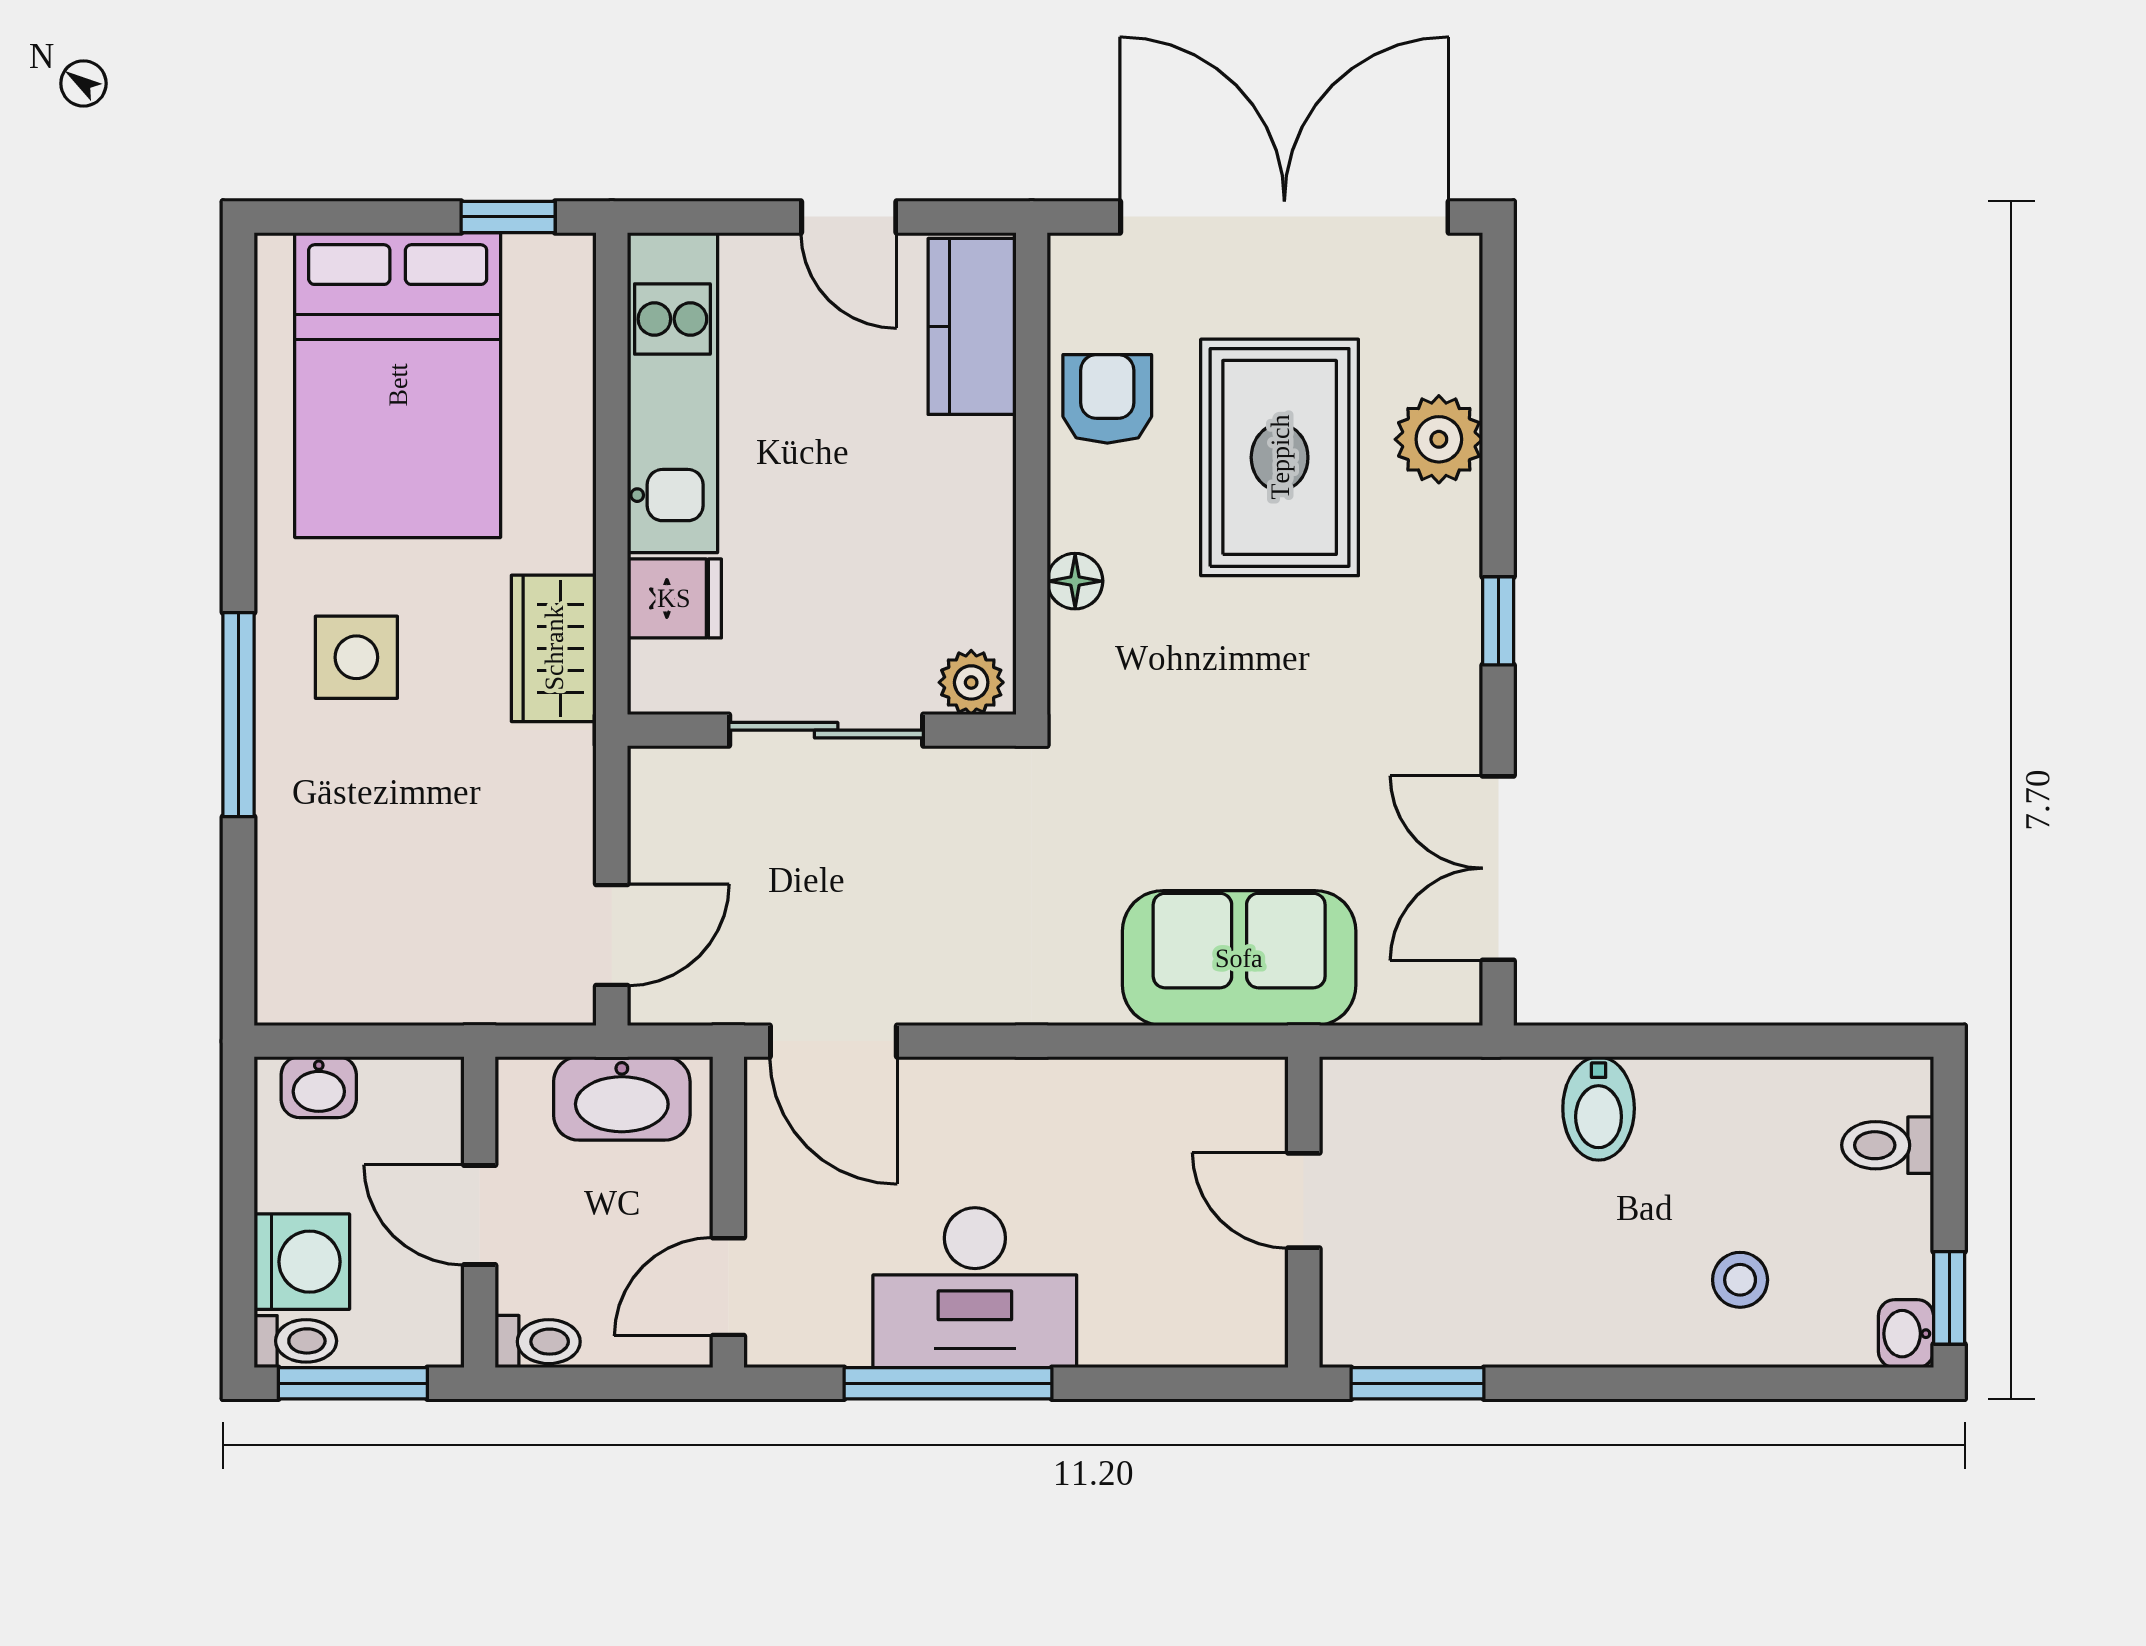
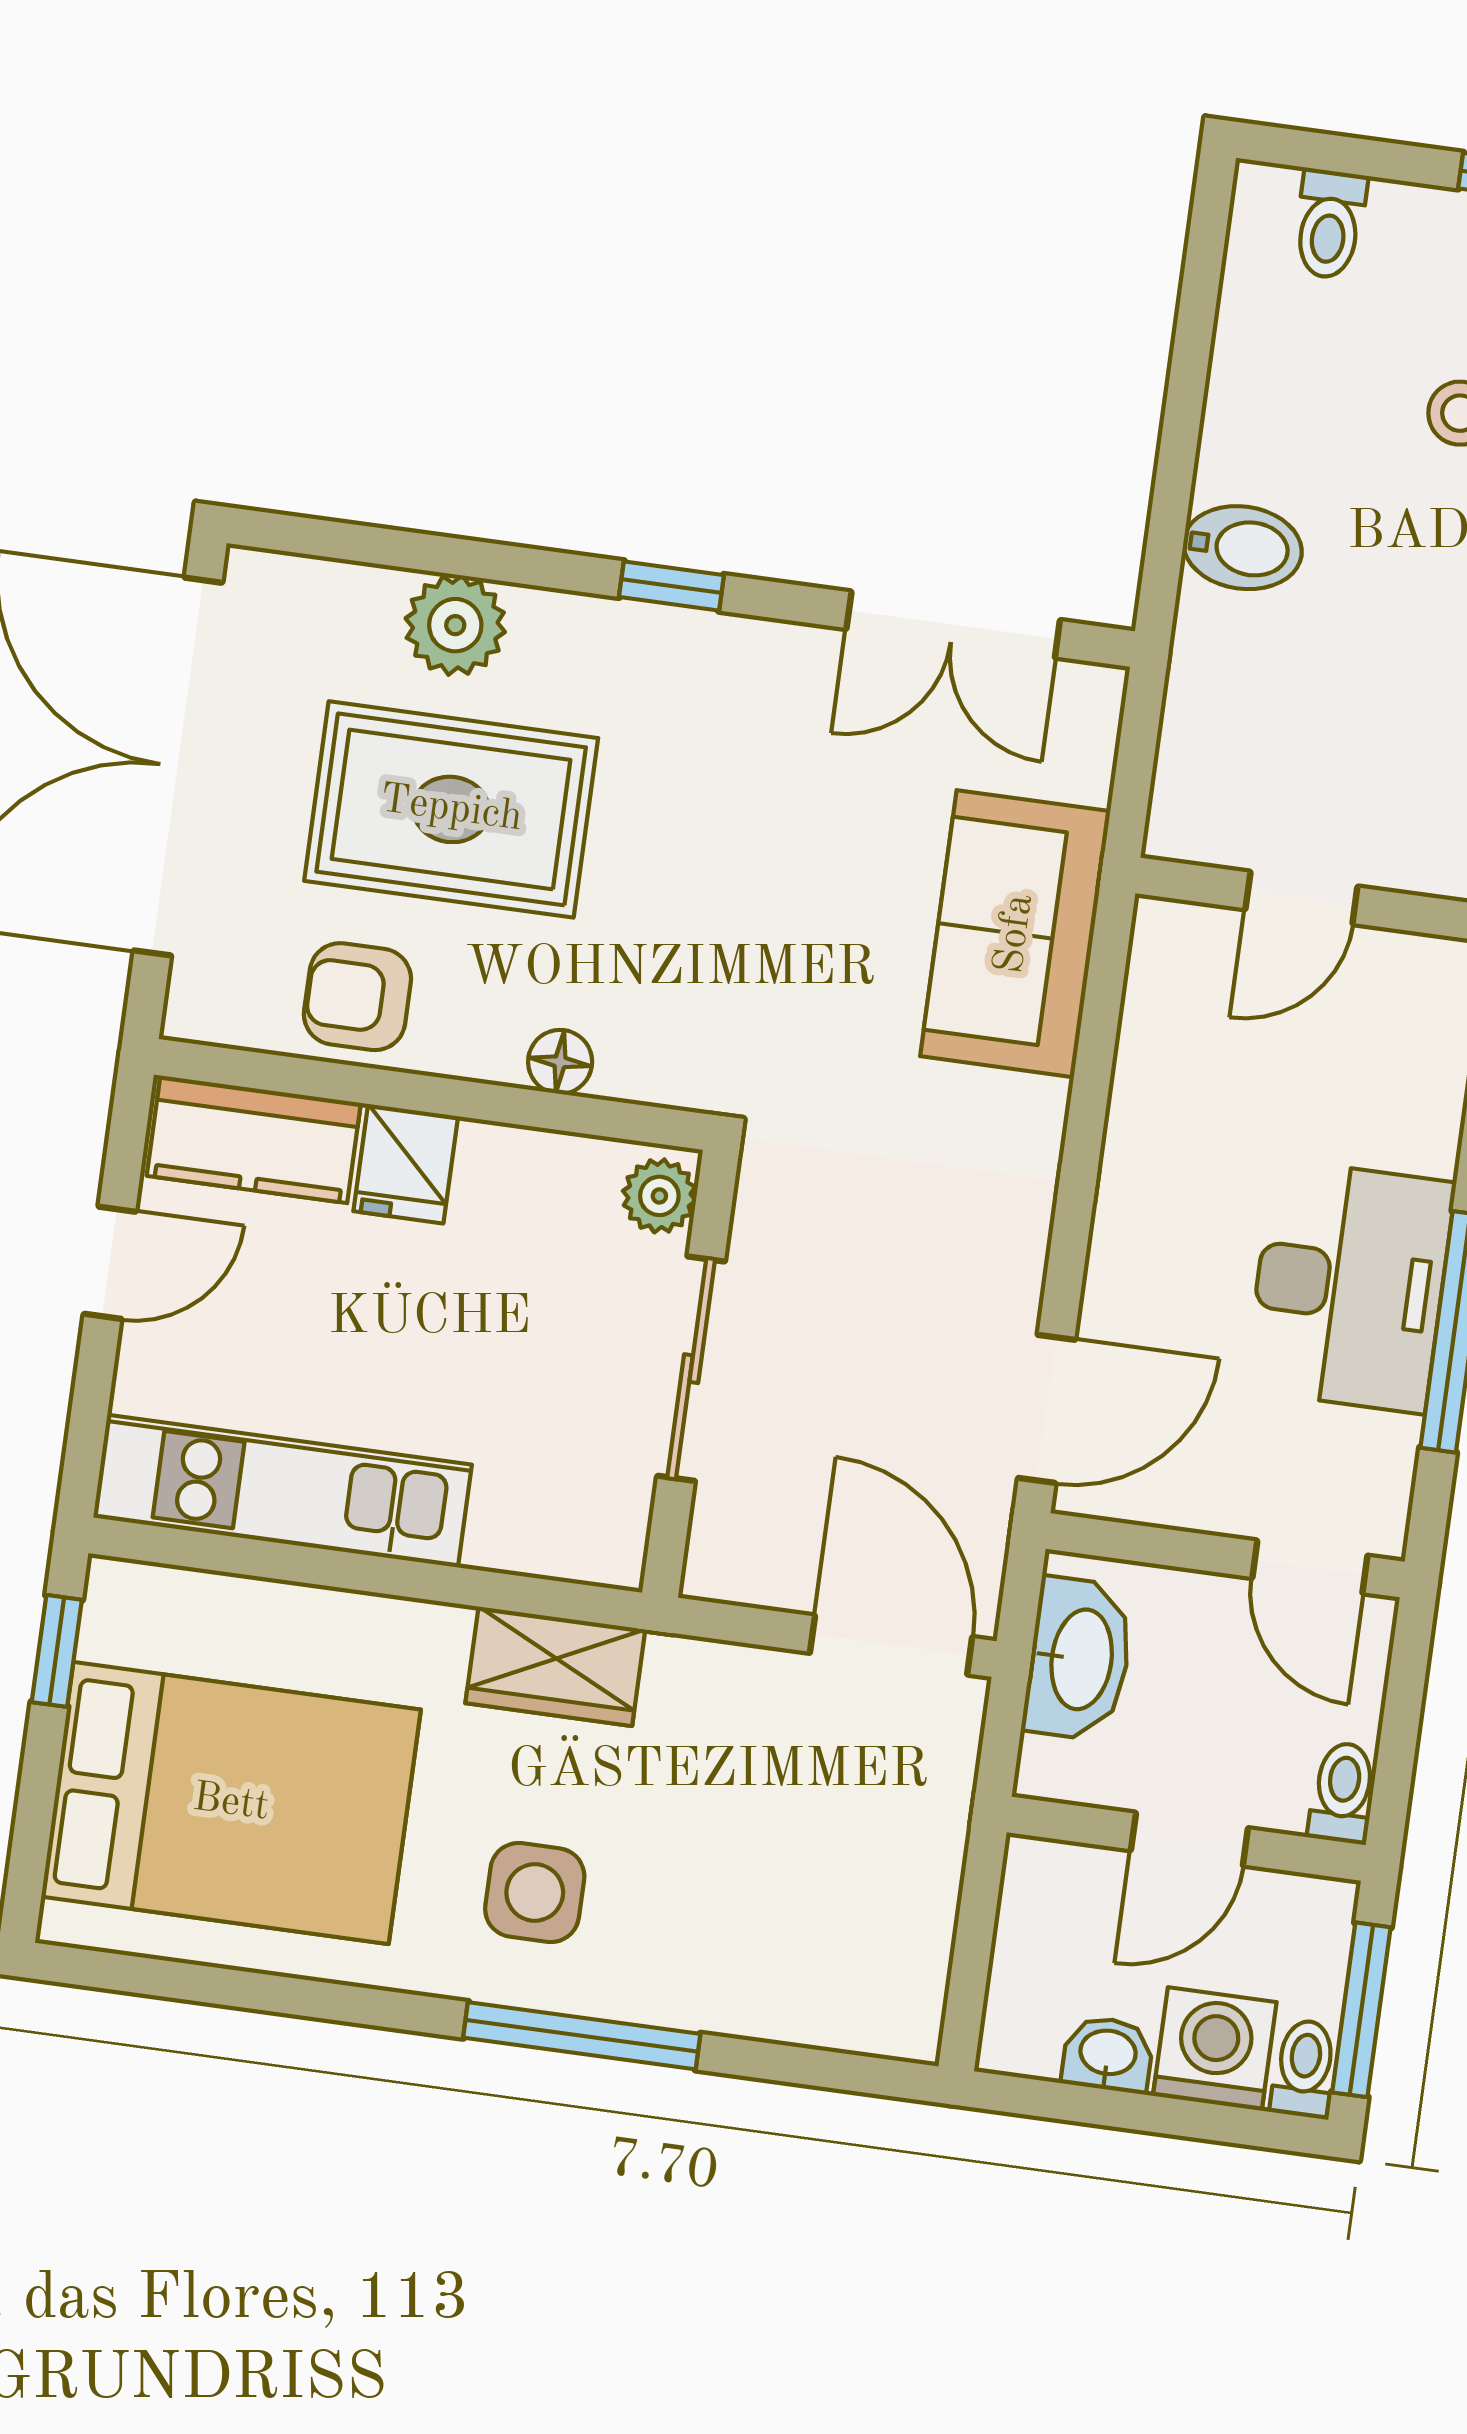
fridge: (674, 598) -> (406, 1164), moved, turned 180
door: (612, 935) -> (891, 1645), width x1.38
washbasin: (319, 1087) -> (1108, 2054), moved, turned -90

